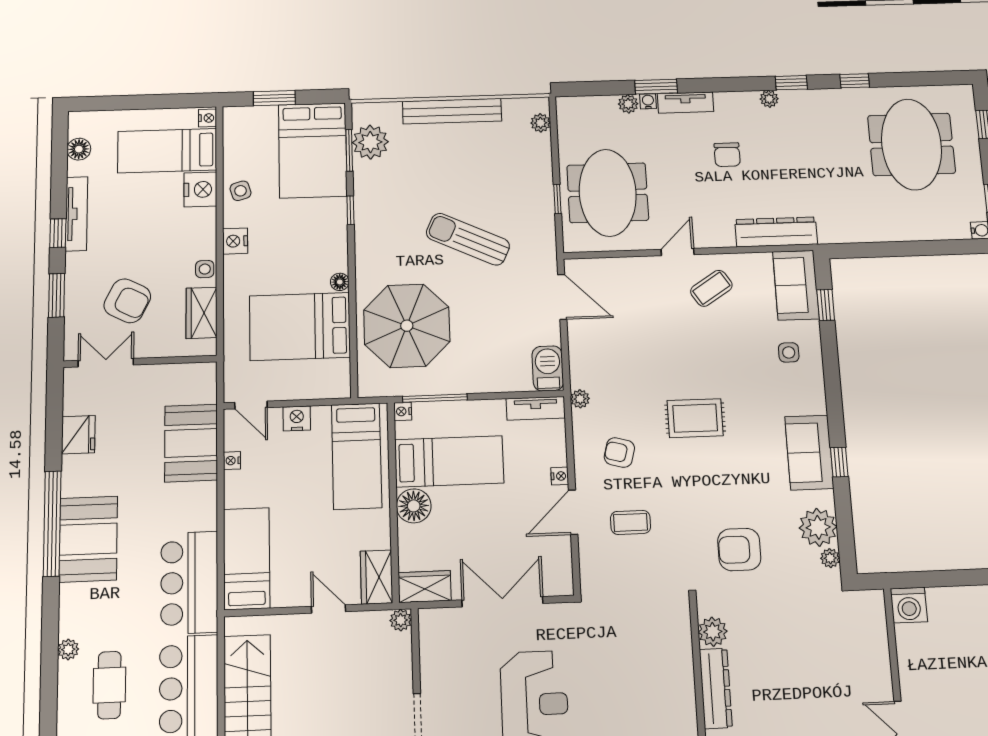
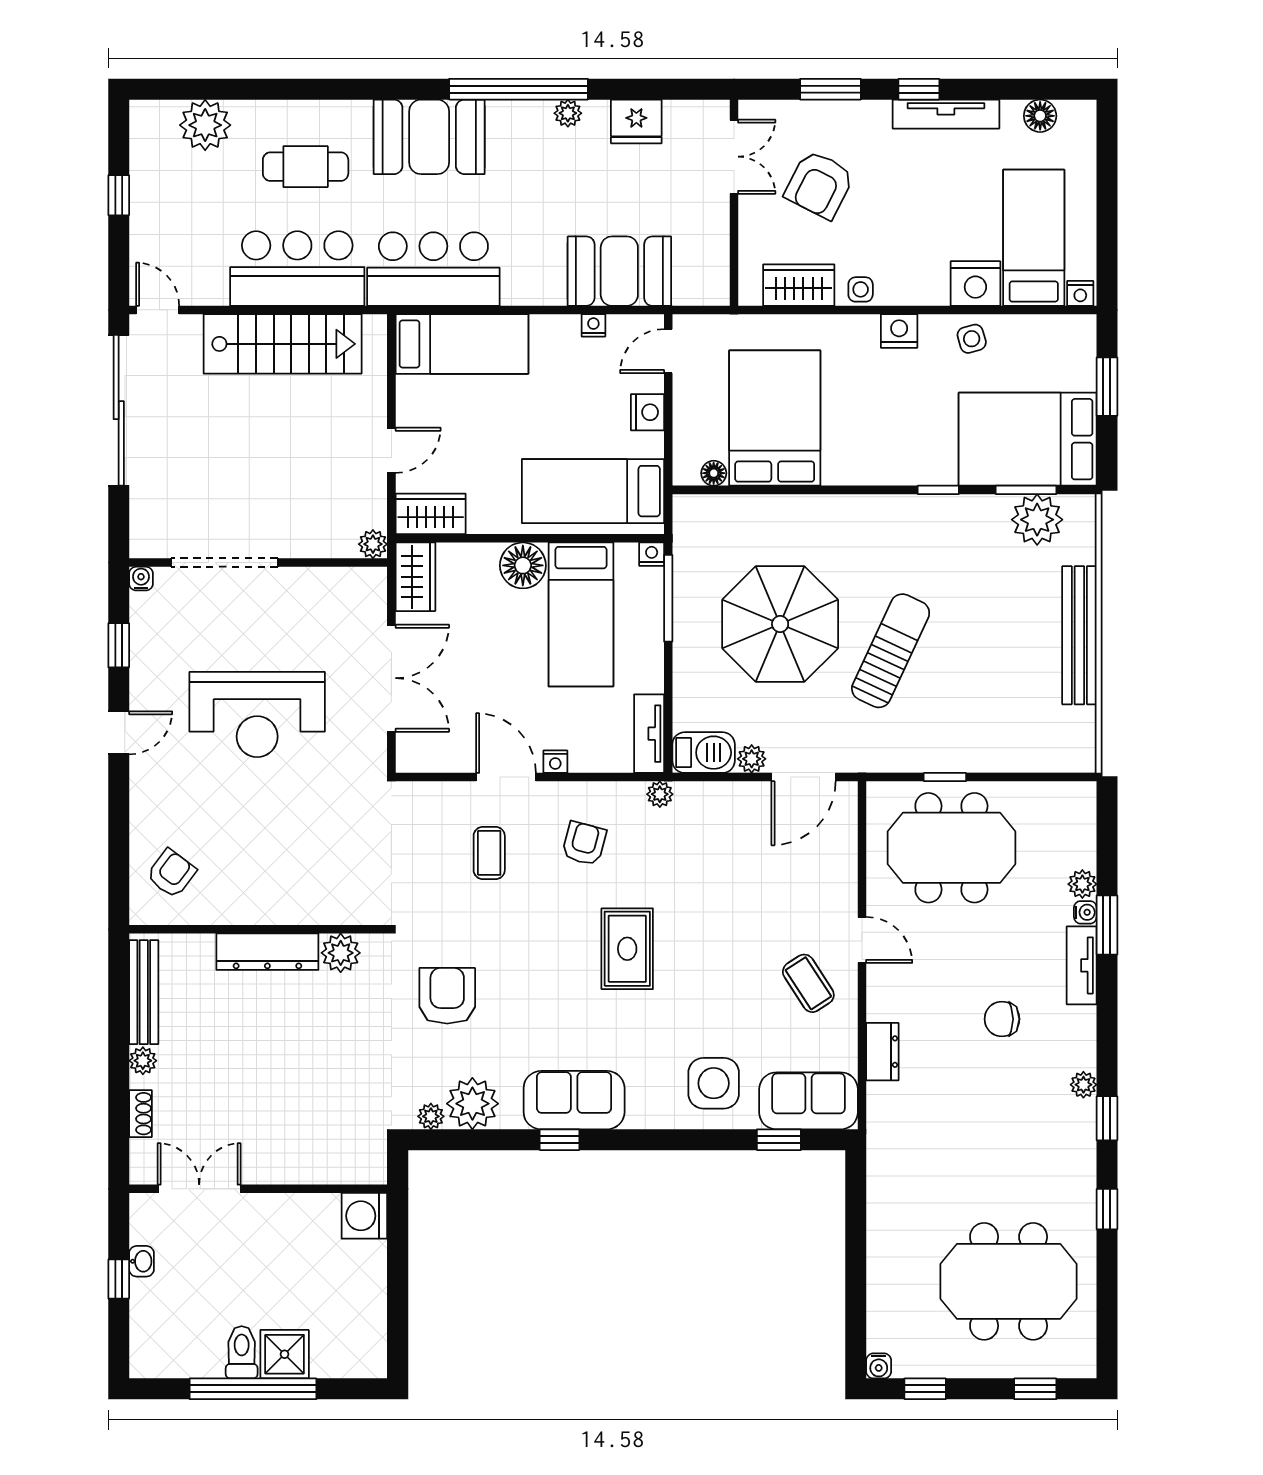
plant: (541, 123) -> (752, 759), moved
dresser: (776, 232) -> (882, 1052), width x0.51, depth x0.80
floor lamp: (340, 282) -> (714, 473), moved
parasol: (407, 326) -> (780, 624), moved
side table: (789, 352) -> (714, 1083), width x1.87, depth x1.87
booth: (88, 539) -> (429, 137), moved
plant: (68, 649) -> (568, 113), moved

